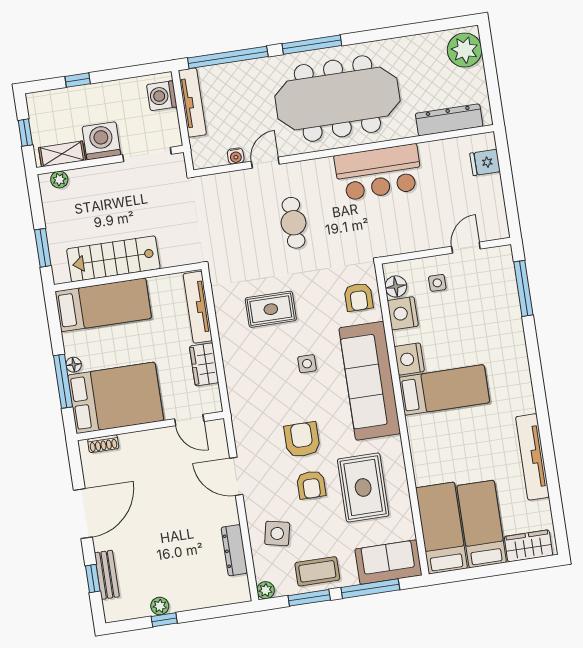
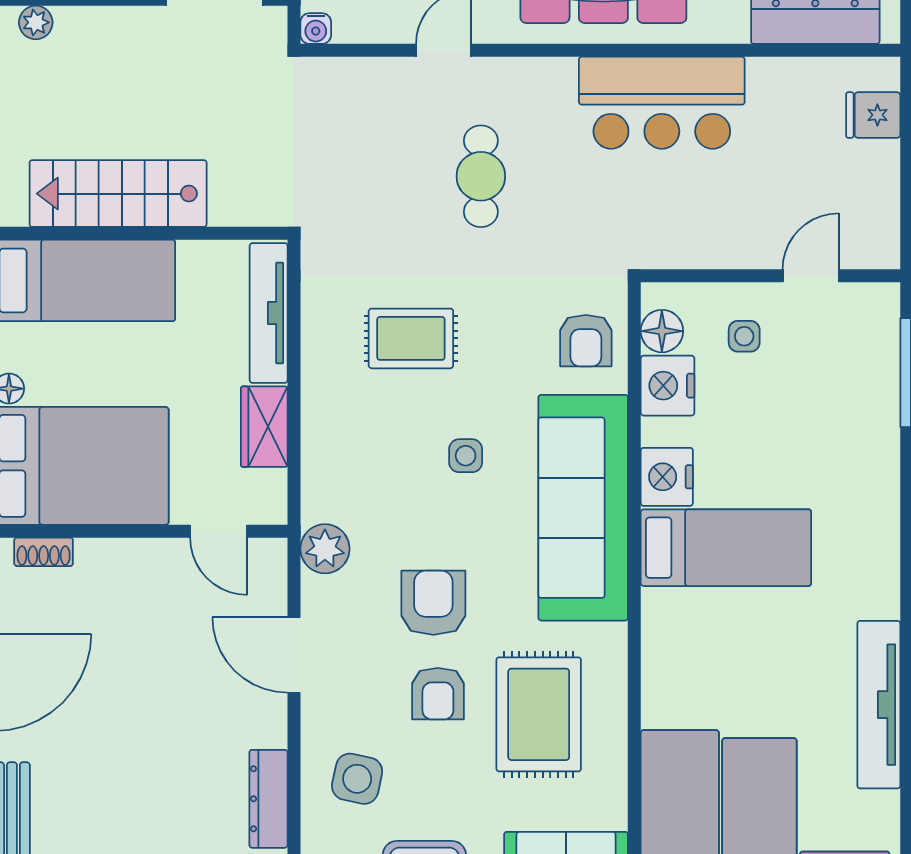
water cooler: (236, 156) -> (316, 29), moved
plant: (244, 421) -> (325, 549), added

